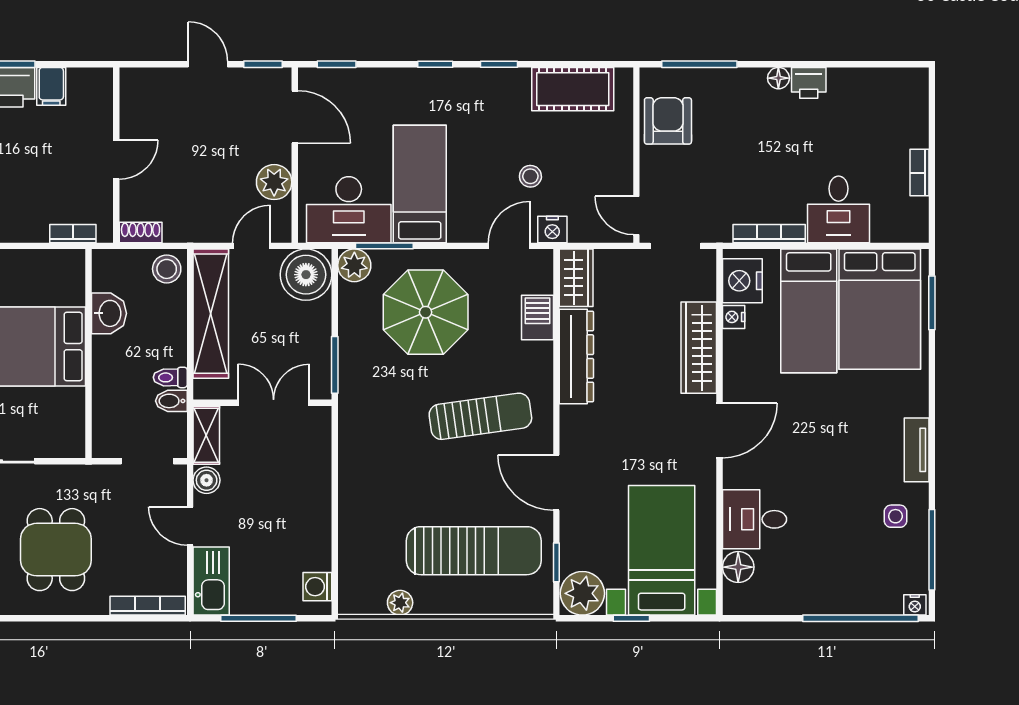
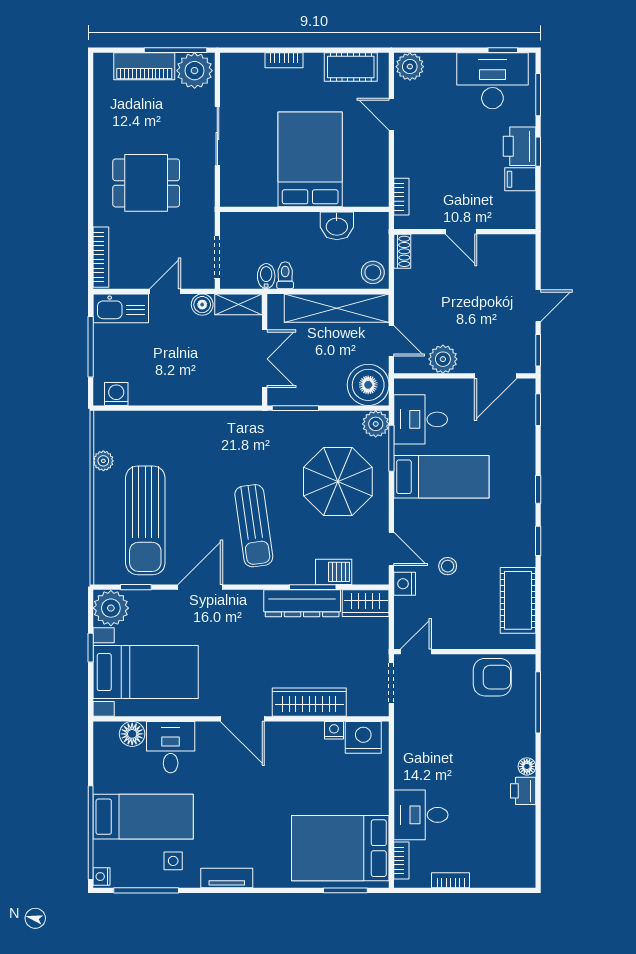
desk: (349, 210) -> (421, 419), width x0.73
bookcase: (769, 234) -> (401, 860), moved, width x0.64
bed: (809, 311) -> (143, 817), moved, turned 180
window: (556, 343) -> (313, 587), added

